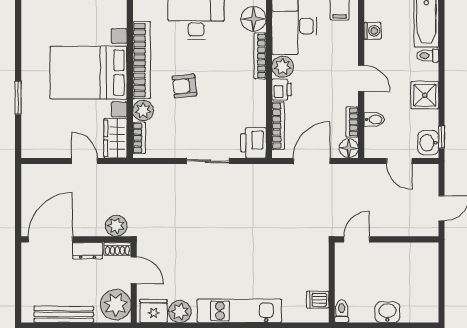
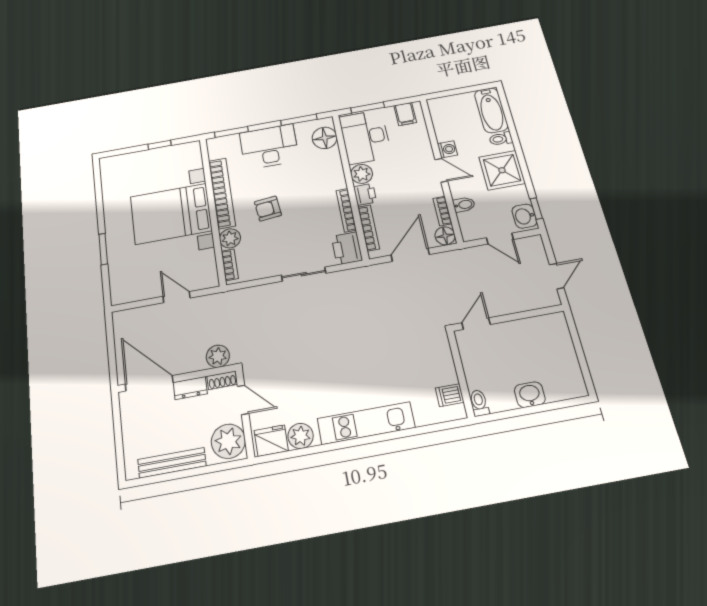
washing machine: (373, 31) -> (447, 149), moved
bookcase: (260, 56) -> (346, 210), moved
shower: (425, 95) -> (502, 170), width x1.36, depth x1.36
wardrobe: (115, 138) -> (206, 269), removed
door: (50, 239) -> (149, 383), hinge flipped

